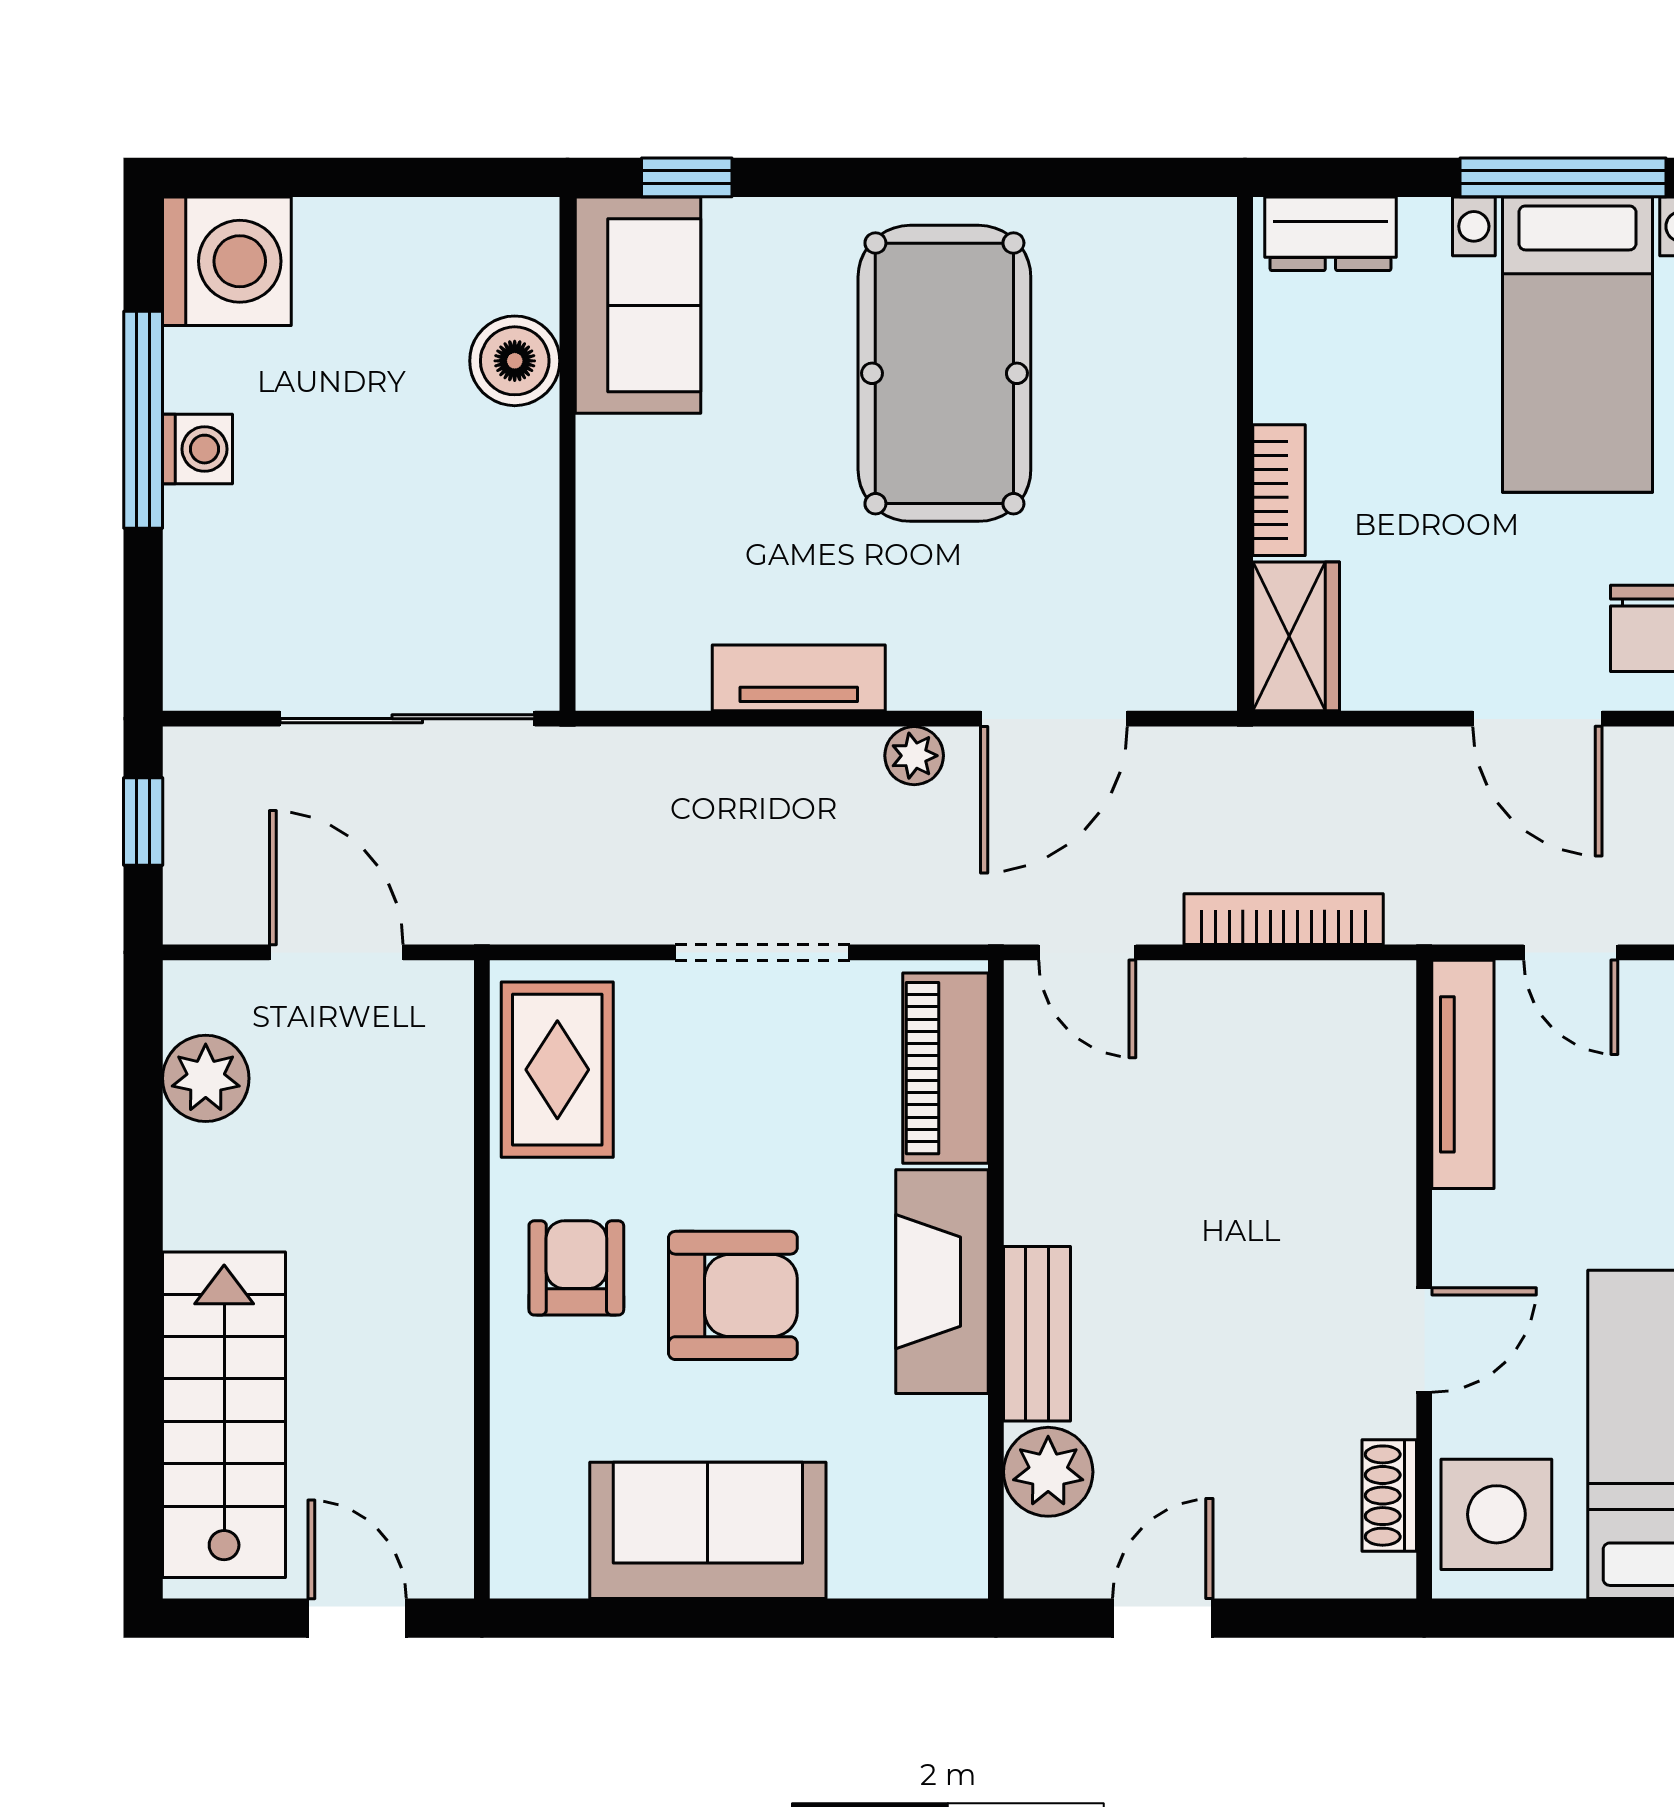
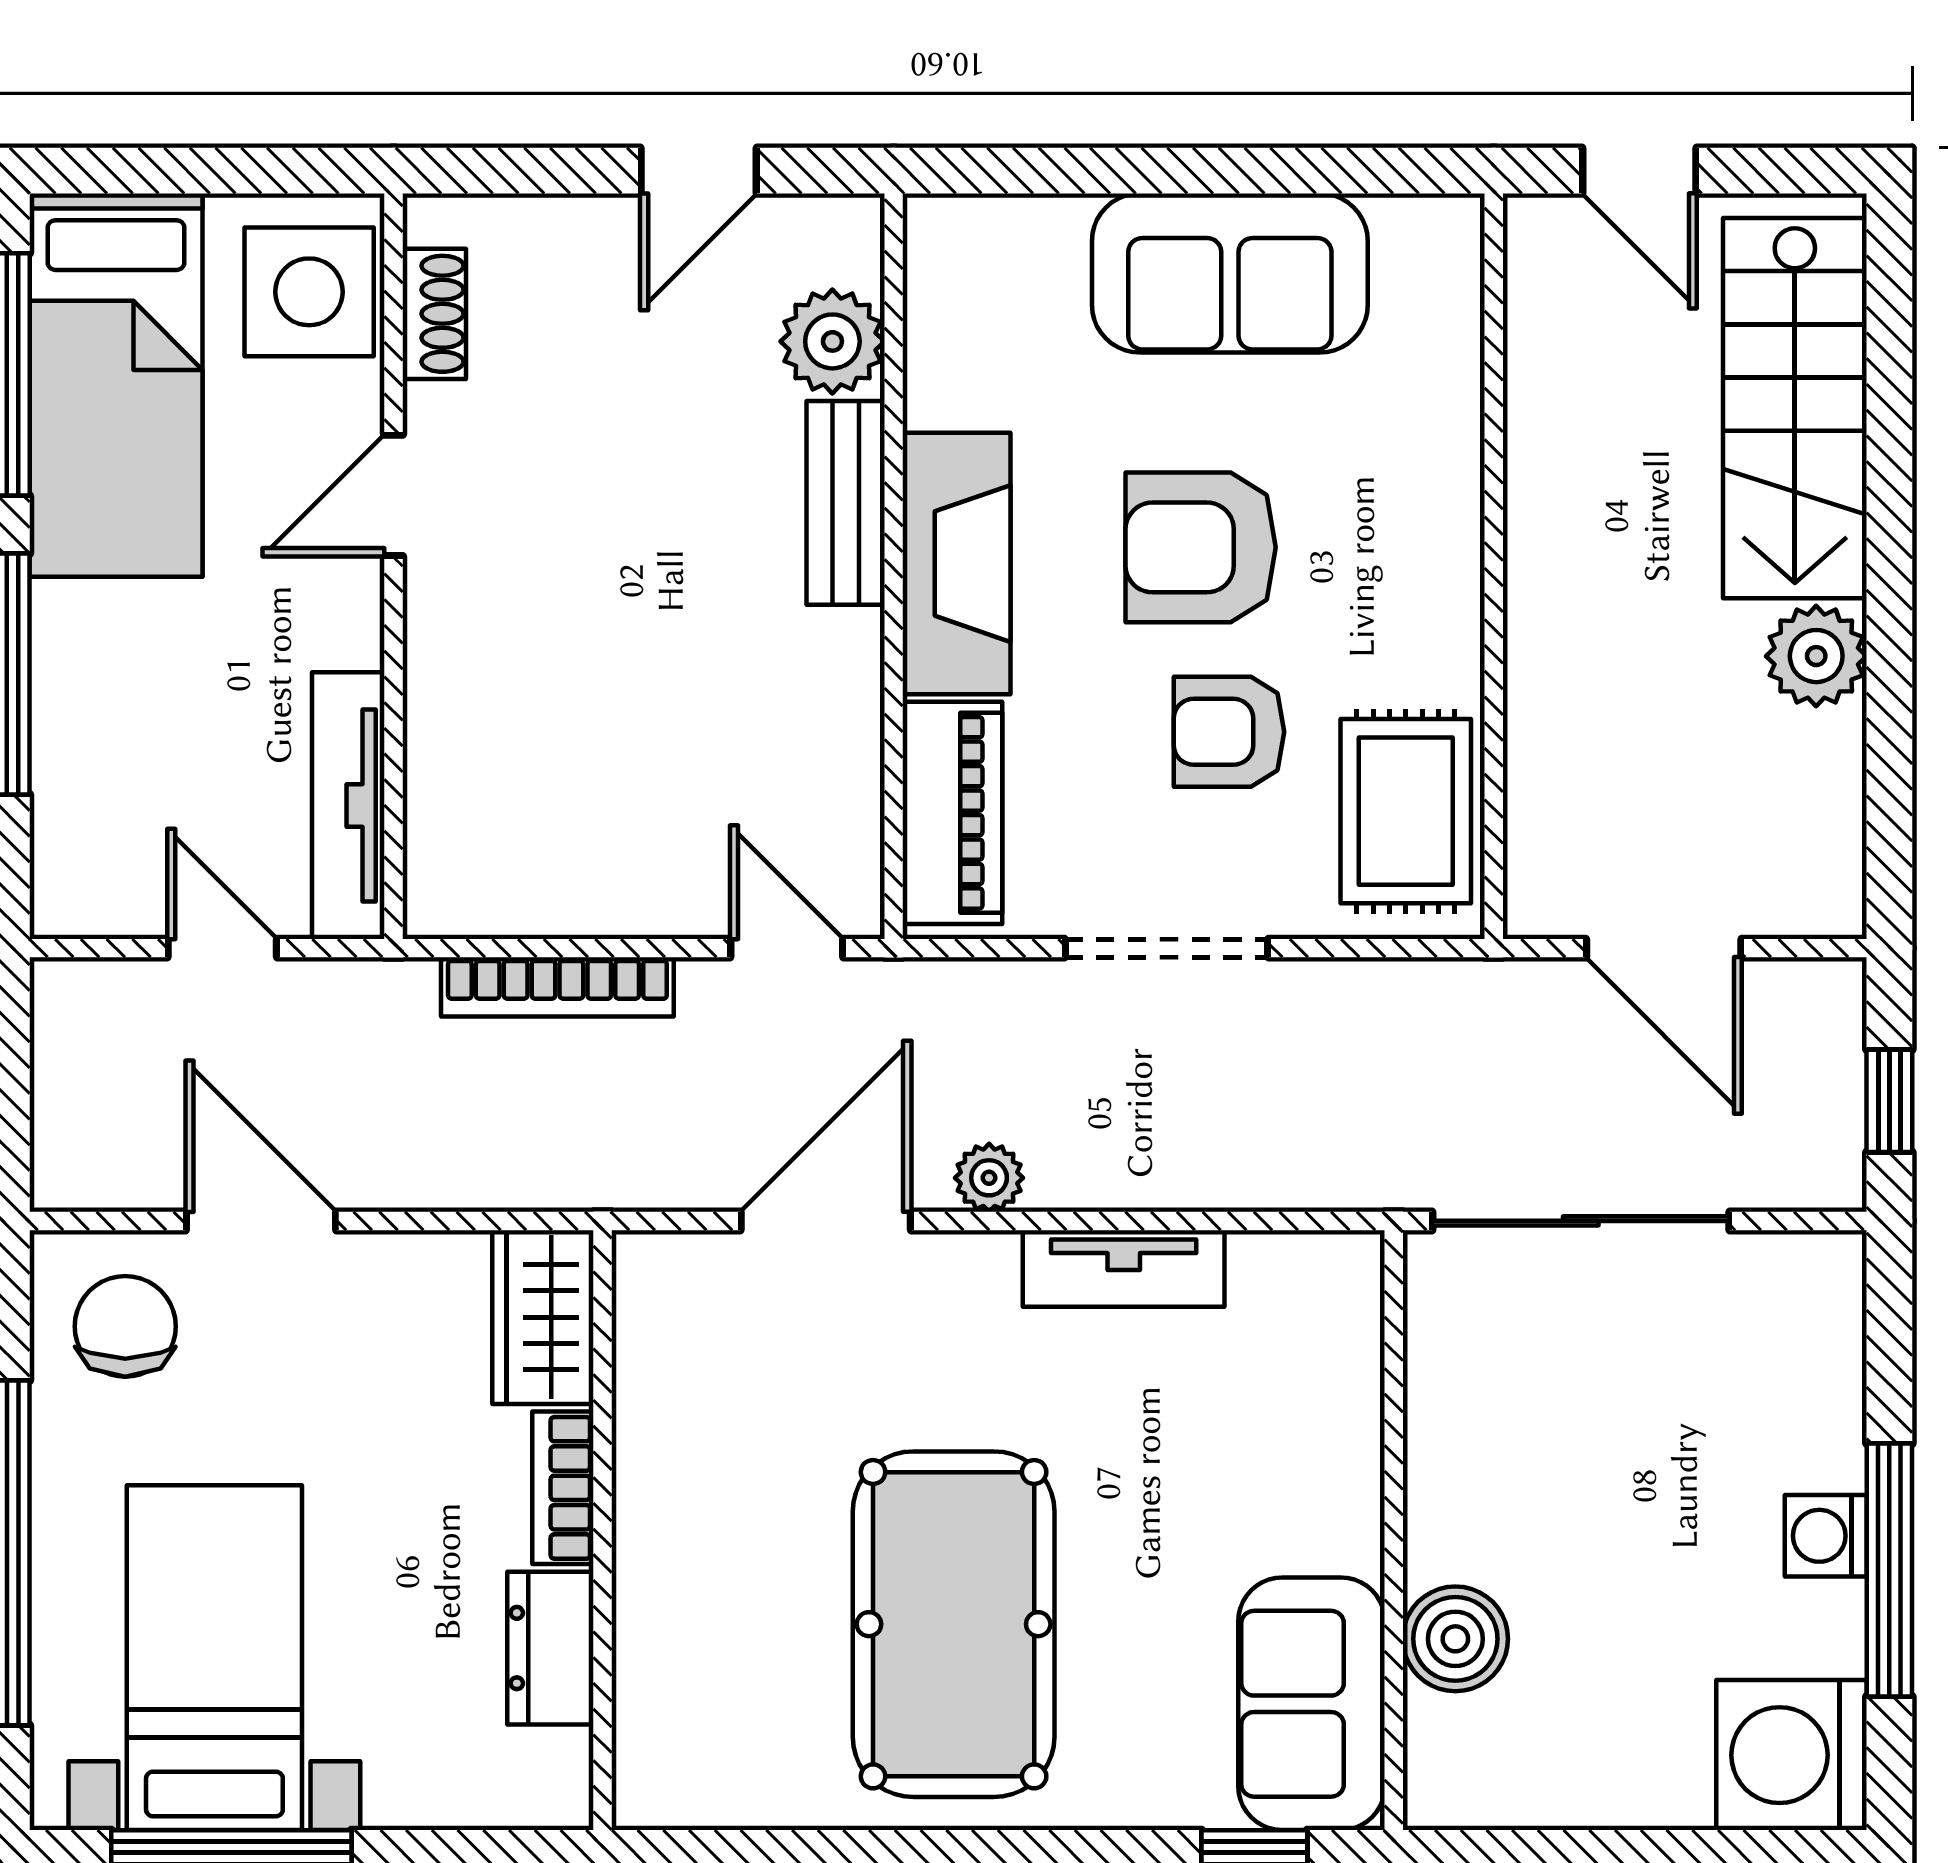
dresser: (1330, 234) -> (550, 1648), moved, turned -90
plant: (206, 1078) -> (1816, 656), moved
armchair: (576, 1268) -> (1229, 732), moved, turned 90

